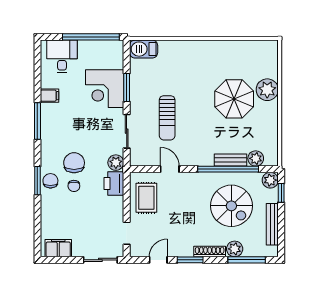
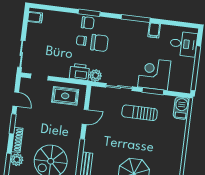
sun lounger: (167, 118) -> (140, 113), moved
filing cabinet: (58, 248) -> (35, 17), width x0.50

